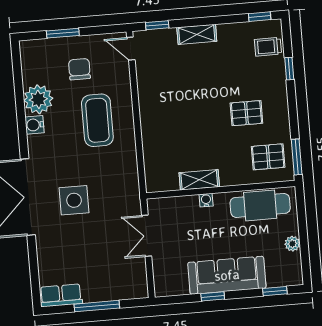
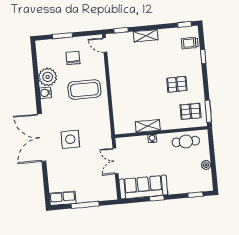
coffee table: (97, 120) -> (84, 90), turned 90
cafe table: (260, 205) -> (186, 142), width x0.73, depth x0.74
sofa: (227, 275) -> (143, 187), moved

